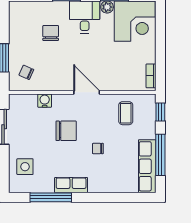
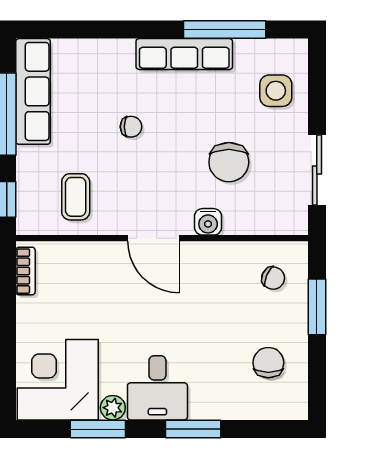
chair: (51, 33) -> (268, 363), moved, turned 180
water cooler: (45, 101) -> (208, 222), moved
chair: (66, 131) -> (229, 162), moved, turned -90
row of seats: (71, 185) -> (184, 54), width x1.48

